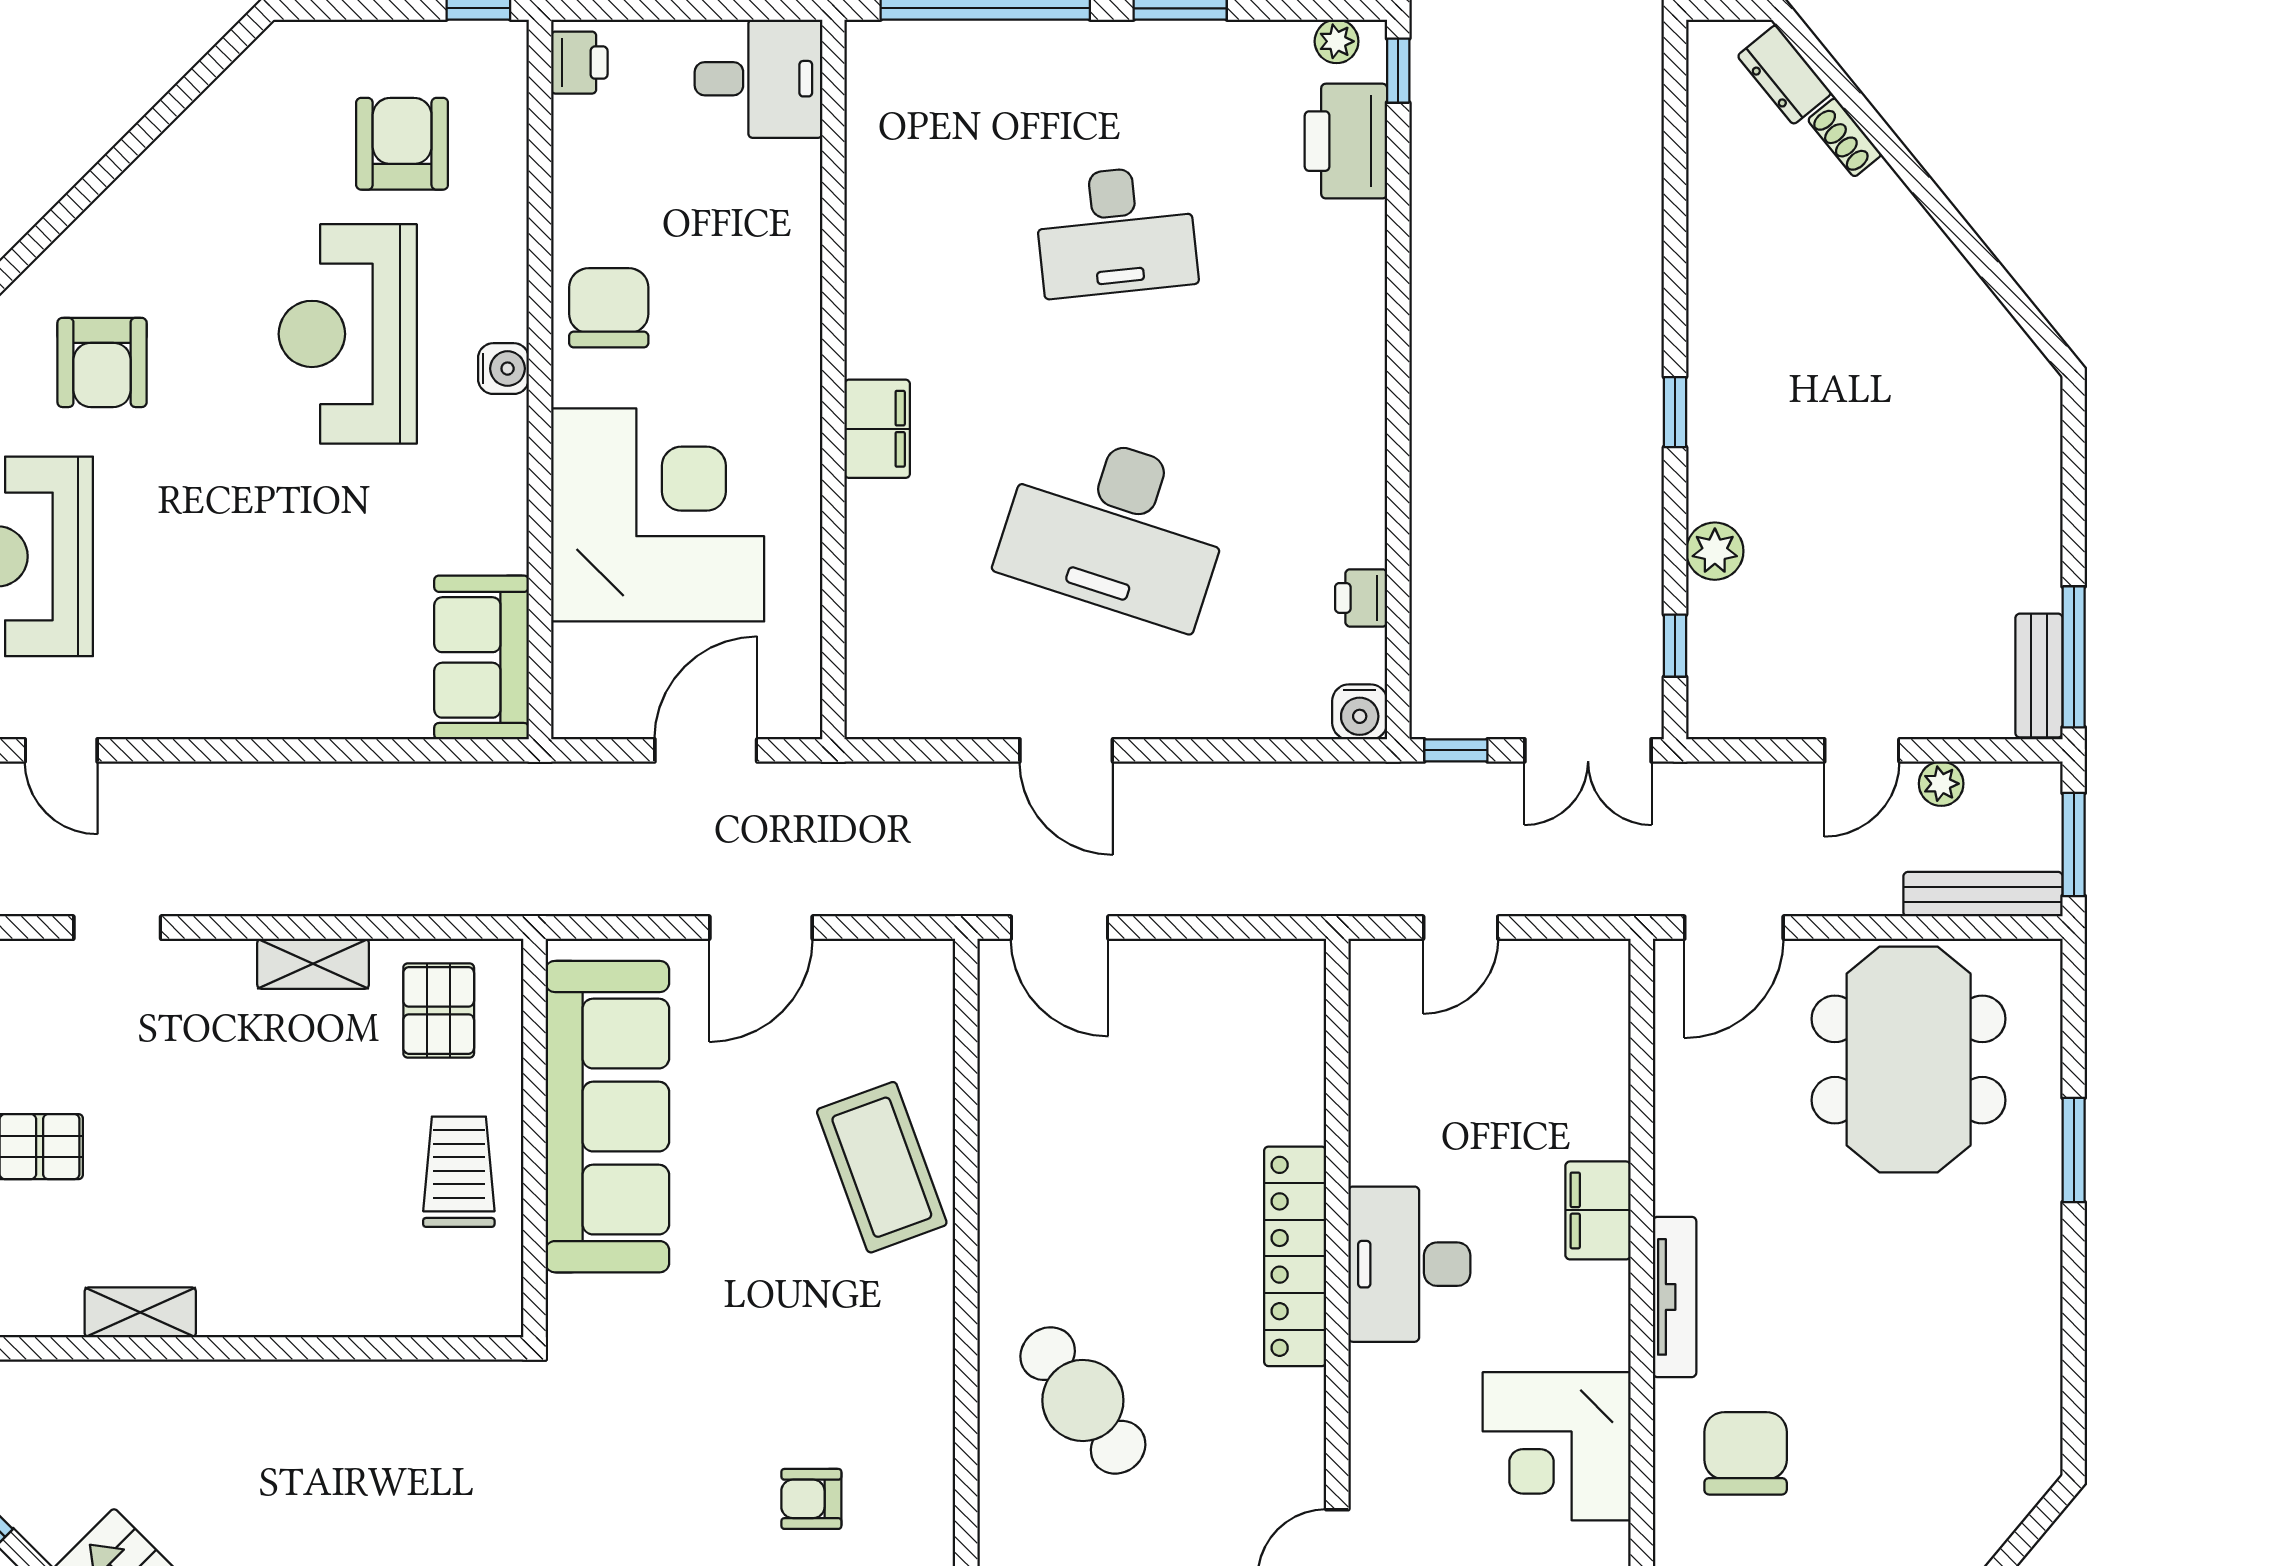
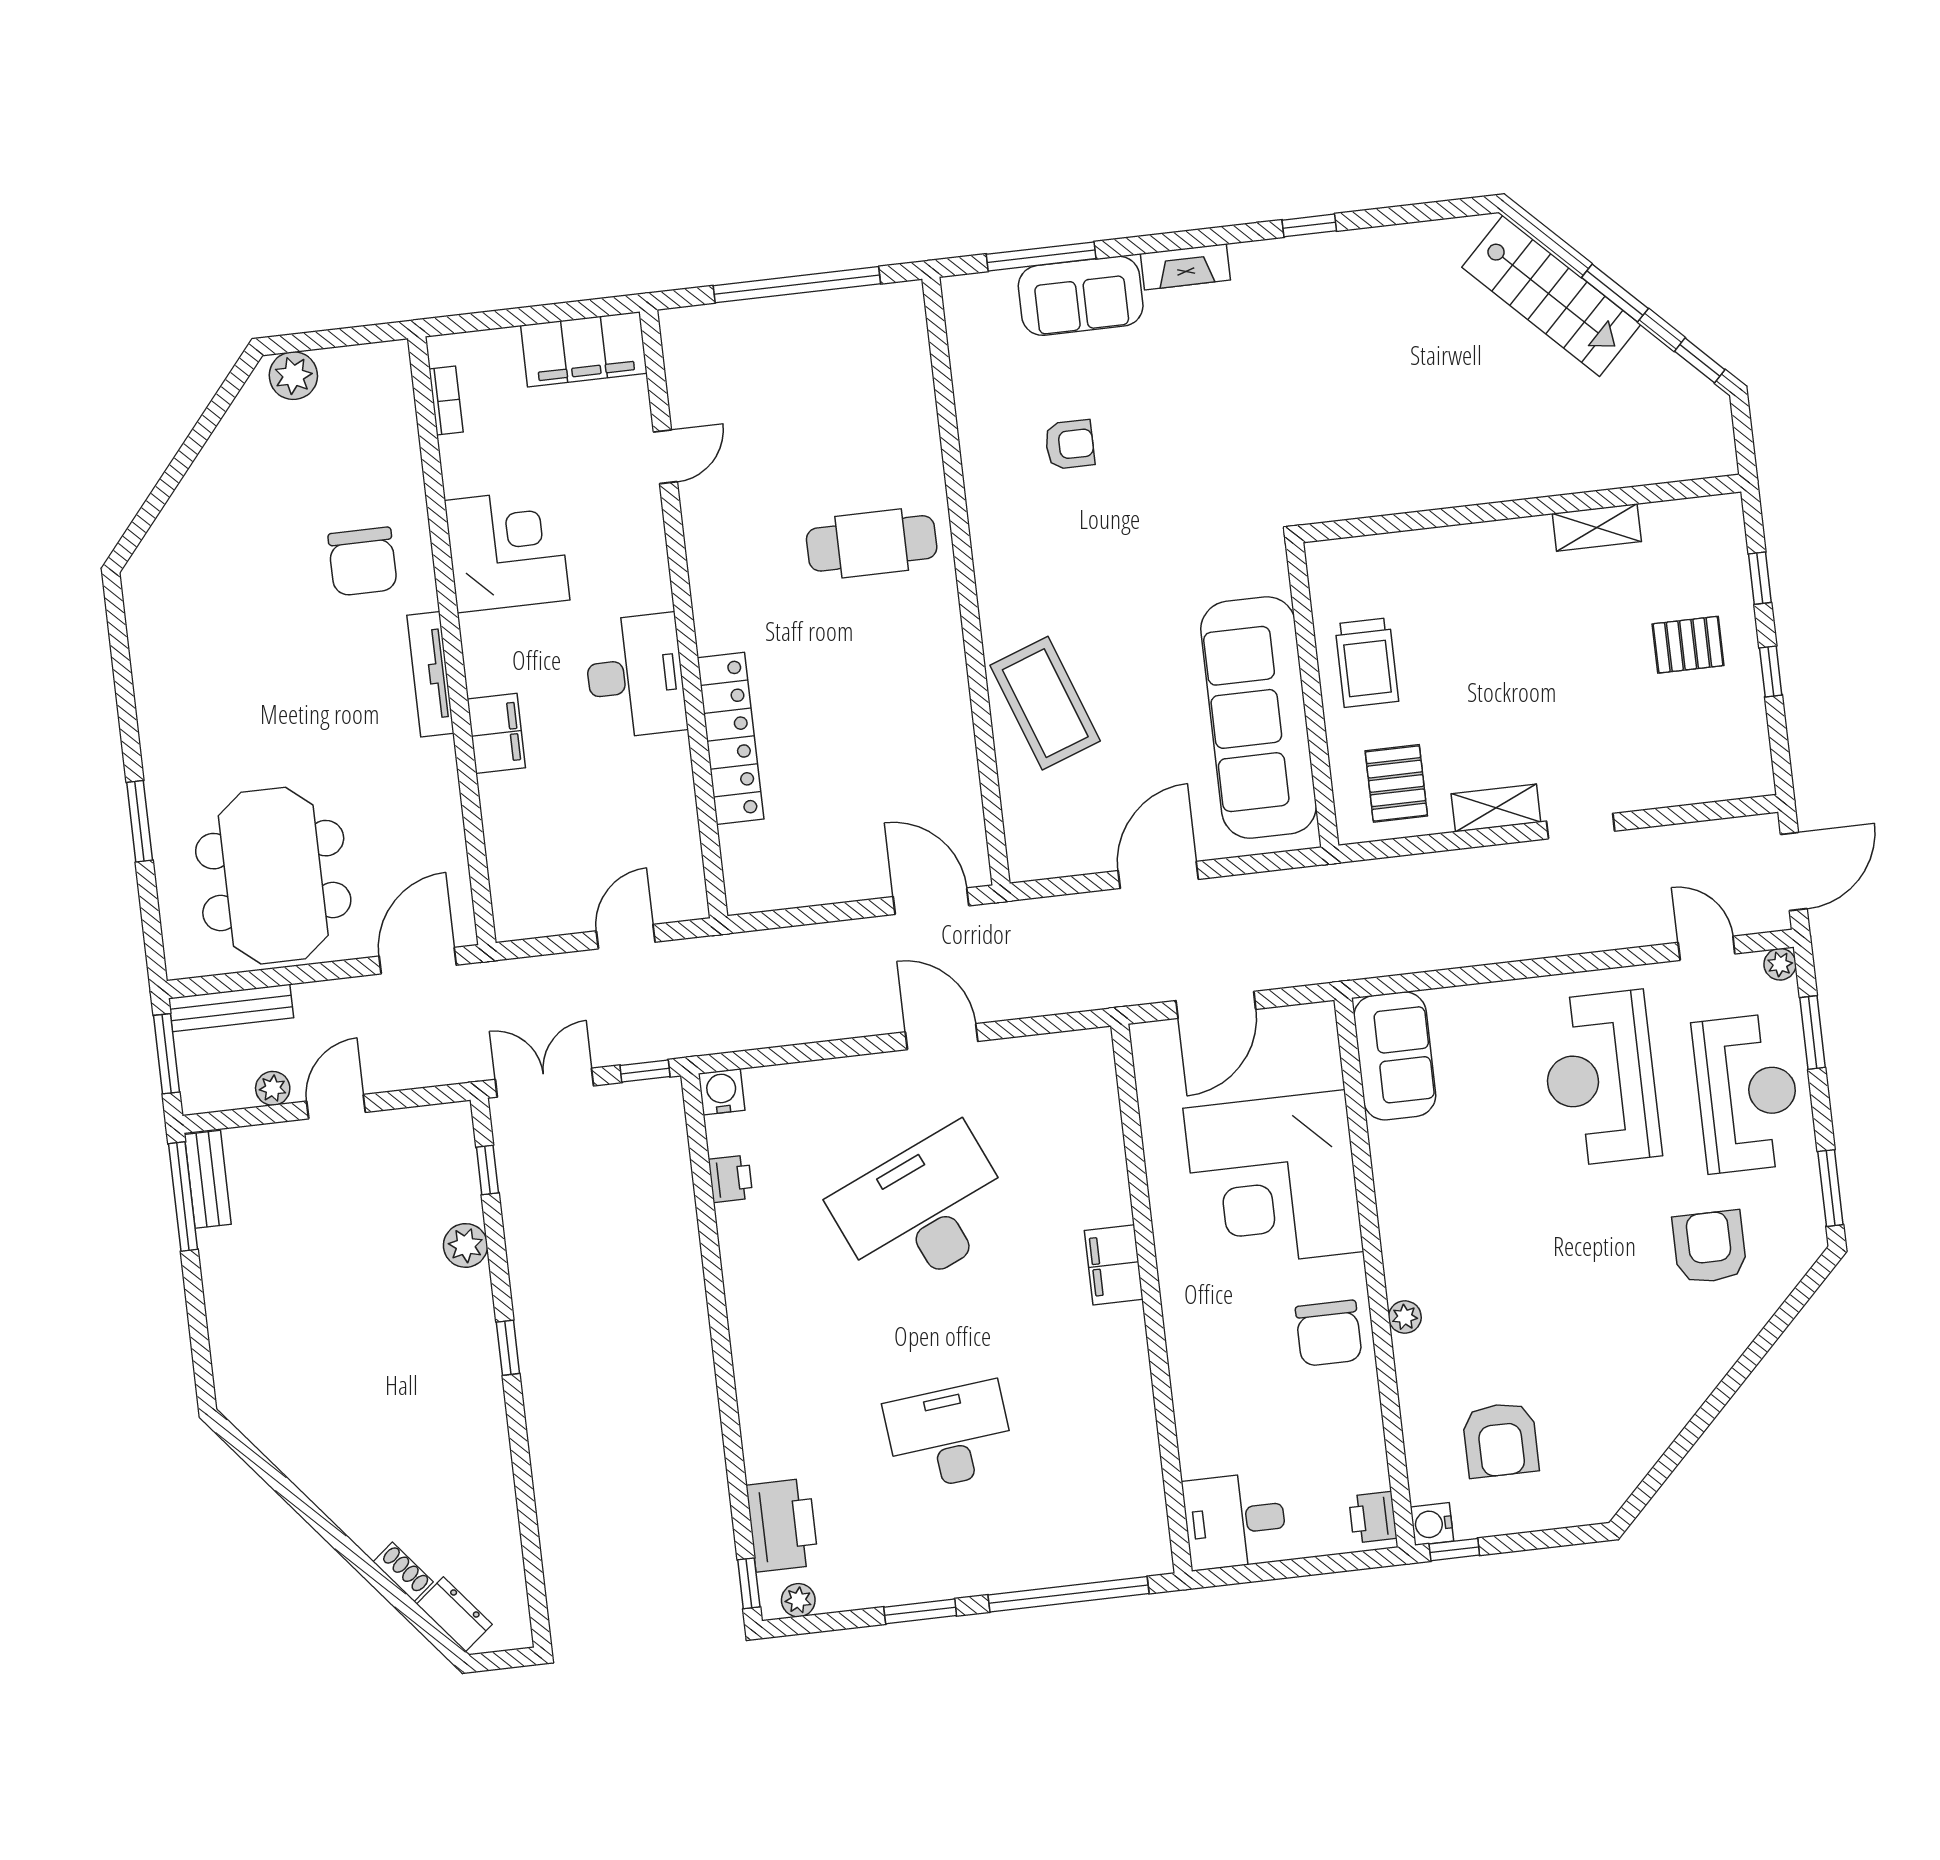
plant: (508, 317) -> (1405, 1317), added
reception desk: (348, 334) -> (1600, 1078), moved, turned 180
water cooler: (503, 369) -> (1432, 1524), moved
desk: (1116, 528) -> (923, 1211), turned -42
doorway: (117, 928) -> (1581, 826), moved
locker: (1295, 1256) -> (730, 738), moved
cafe table: (1083, 1400) -> (872, 543), turned -53

